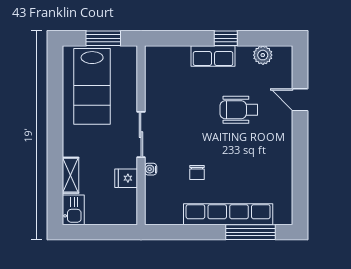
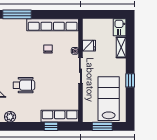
window: (226, 38) -> (51, 126), moved
row of seats: (213, 56) -> (60, 116), moved, width x1.48
window: (55, 118) -> (130, 80), added
row of seats: (228, 214) -> (53, 25), moved

